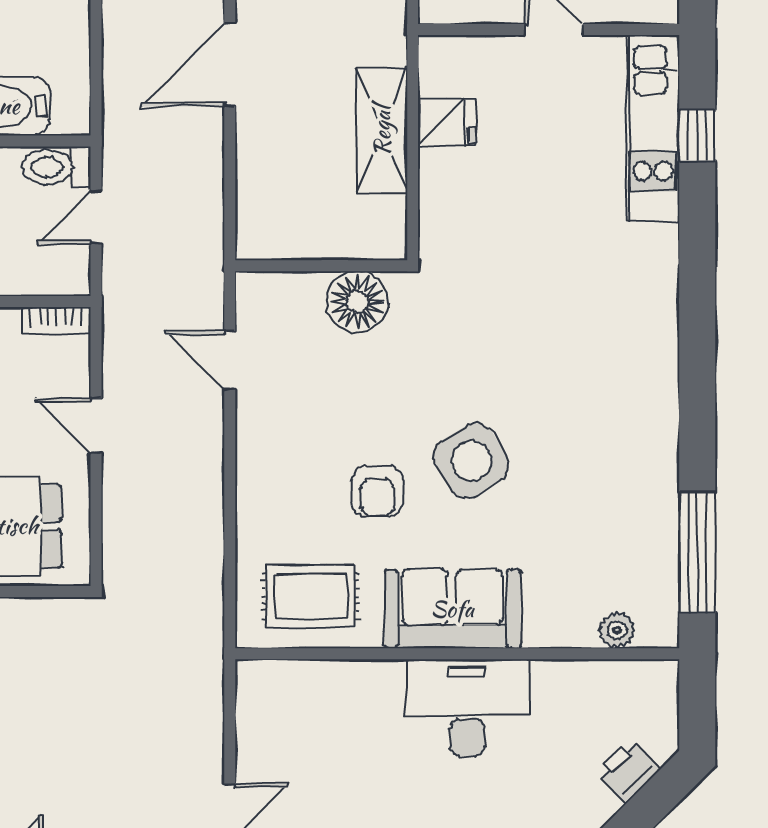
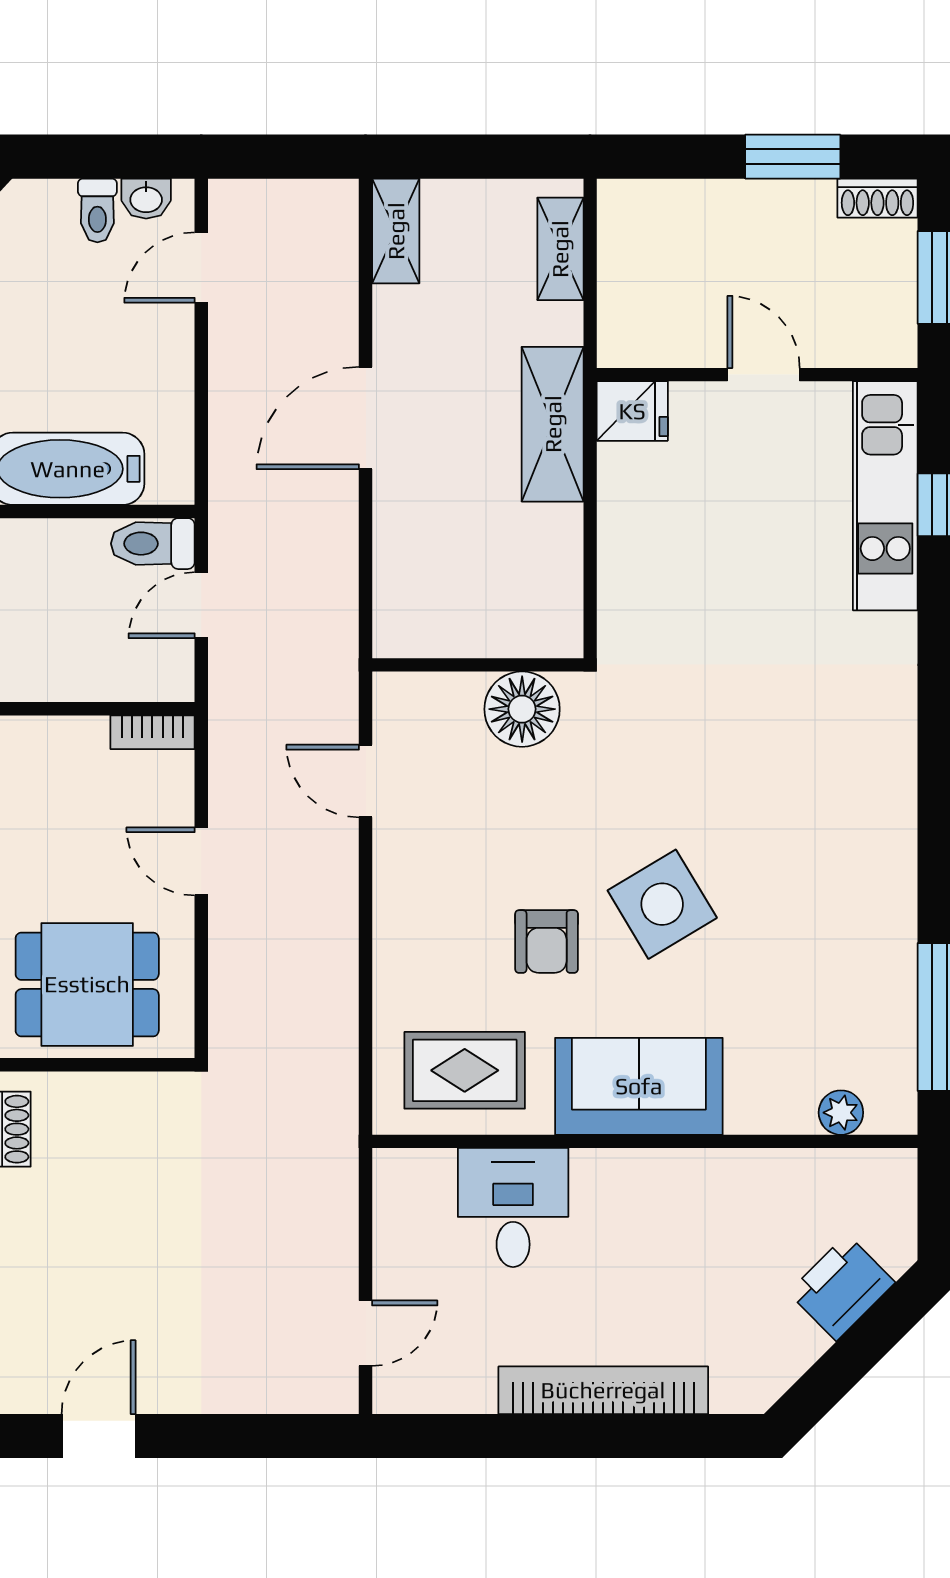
fridge: (447, 122) -> (632, 411), moved
shelving: (382, 131) -> (553, 424), moved
desk: (467, 708) -> (513, 1207), moved, width x0.73
printer: (628, 770) -> (842, 1287), width x1.36, depth x1.24

